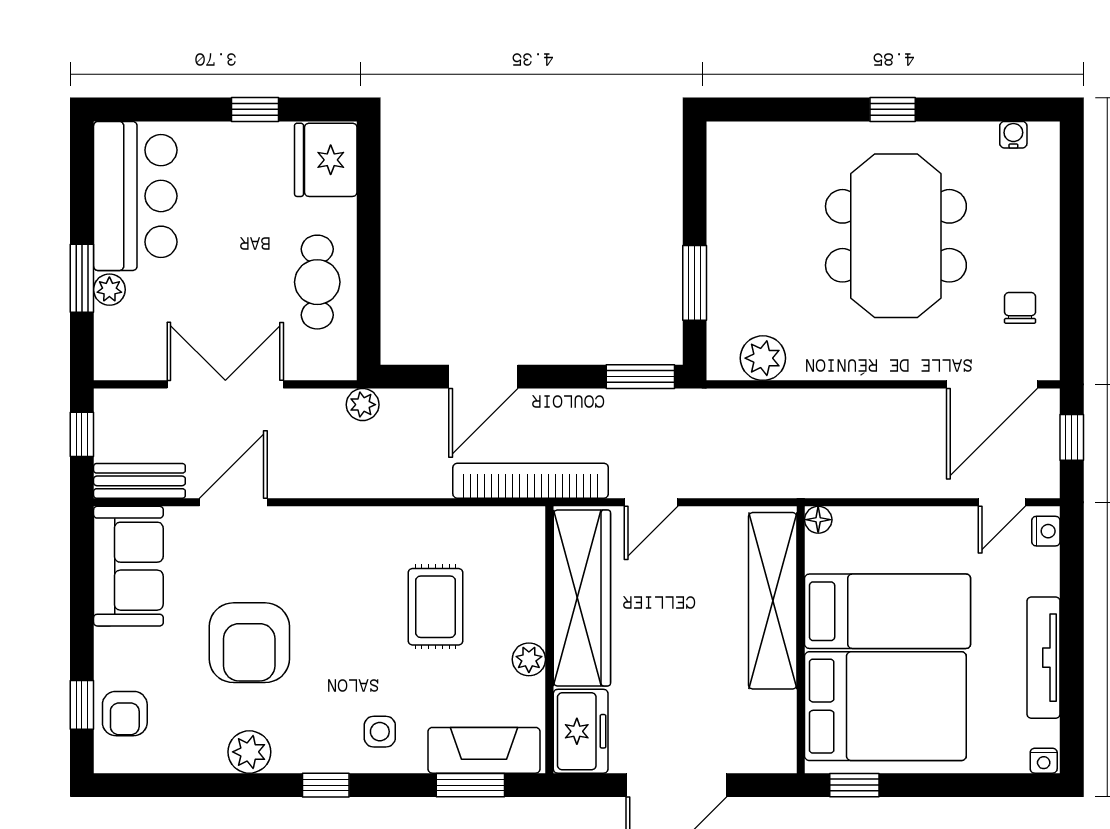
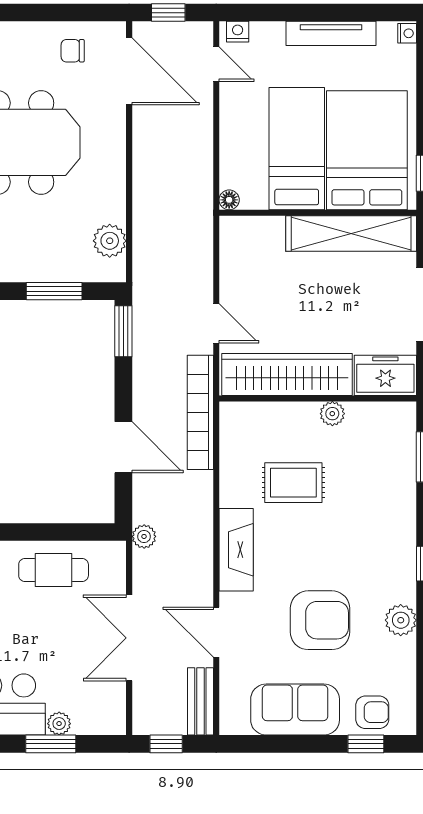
sofa: (128, 566) -> (295, 710), moved
shelving: (773, 601) -> (351, 233), moved
side table: (380, 732) -> (386, 524), removed
fireplace: (484, 750) -> (236, 550), moved, turned 180

